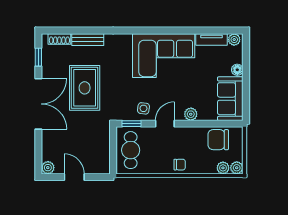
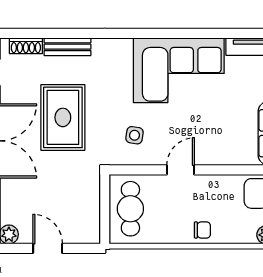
side table: (143, 108) -> (135, 135), moved
plant: (191, 114) -> (219, 156), removed
window: (131, 124) -> (132, 170), removed

